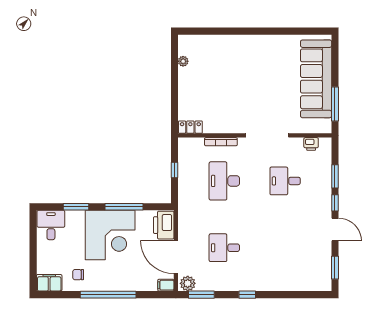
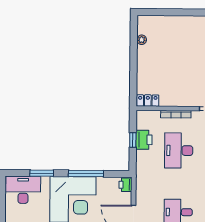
printer: (186, 170) -> (144, 140), added
desk: (51, 225) -> (23, 190), width x1.37
printer: (164, 225) -> (125, 185), width x0.53, depth x0.68

